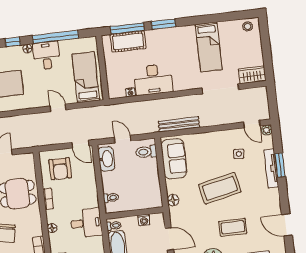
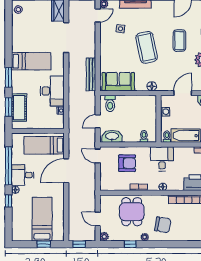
window: (127, 28) -> (9, 107), width x0.69
bed: (209, 47) -> (31, 61), moved
door: (58, 108) -> (66, 171), width x1.88
door: (80, 144) -> (98, 156), swing flipped
armchair: (60, 169) -> (127, 163), moved

